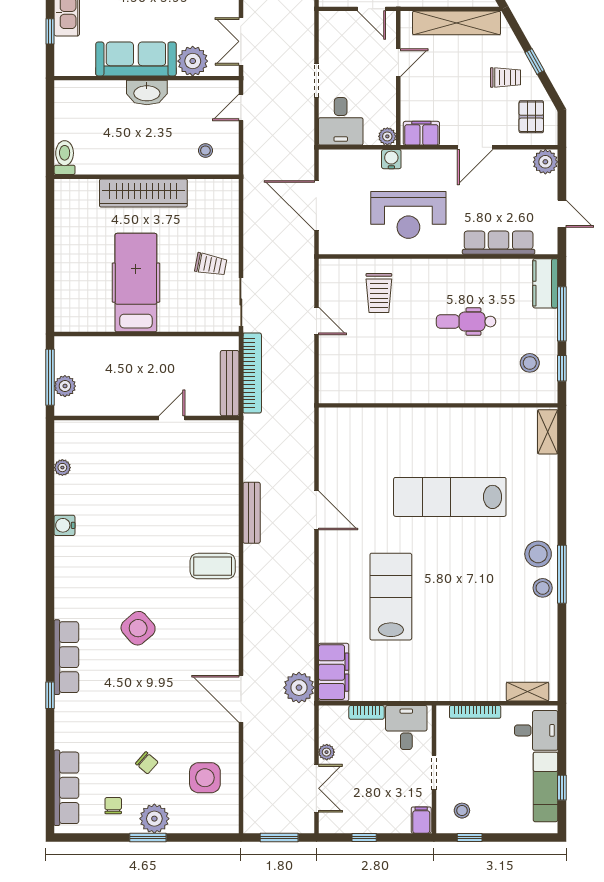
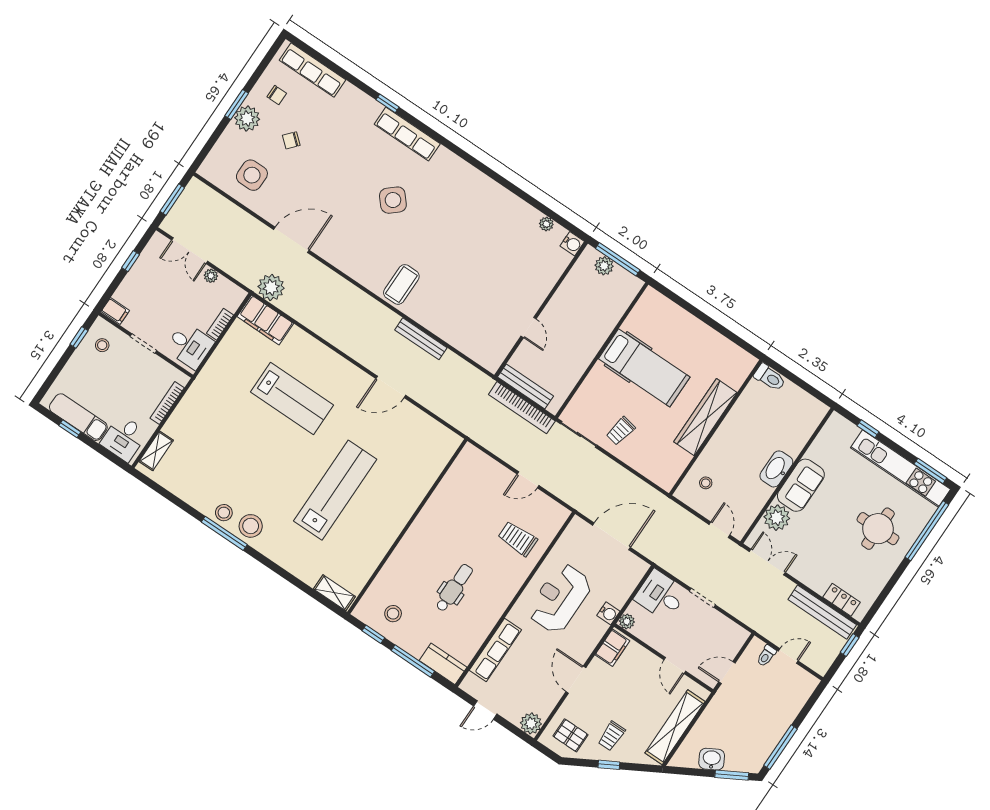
sofa: (136, 59) -> (801, 485), width x0.73
water cooler: (64, 525) -> (572, 244), moved, turned 90

